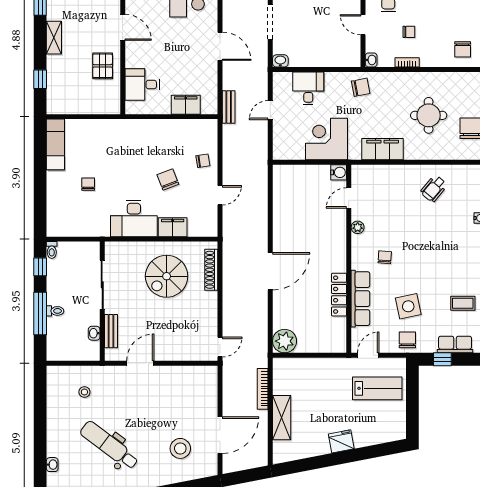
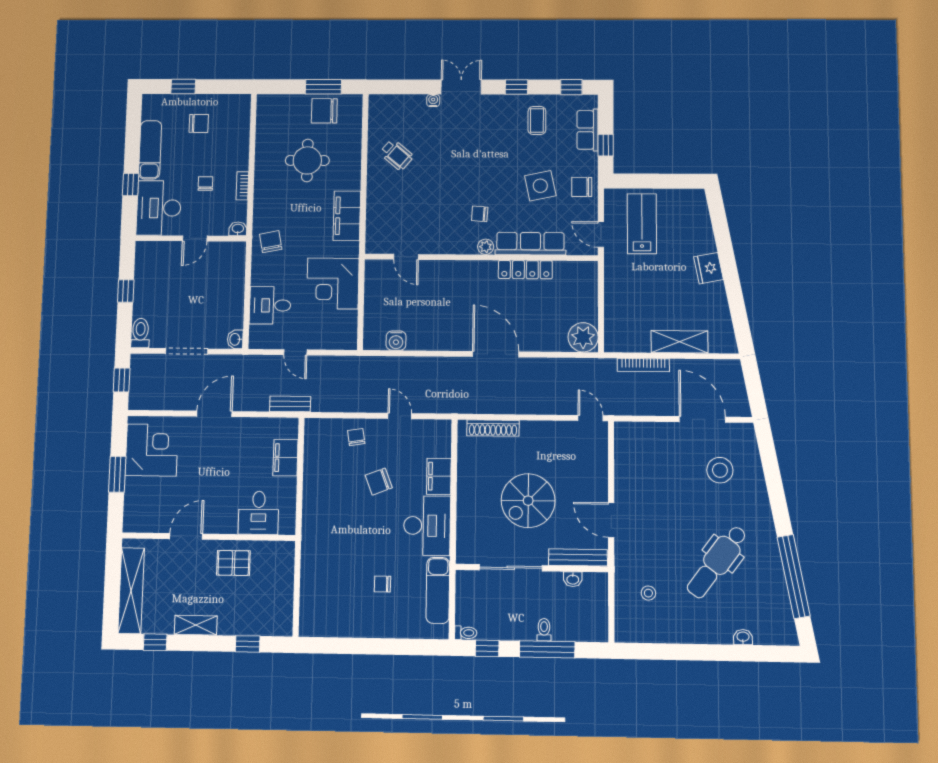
chair: (463, 49) -> (199, 123), moved
exam couch: (55, 144) -> (438, 590), moved, turned -90
water cooler: (339, 172) -> (396, 341), moved, turned 180
plant: (358, 227) -> (486, 247), moved
spiral stairs: (167, 276) -> (528, 501), moved, turned 90
bench: (111, 331) -> (578, 557), width x1.36

